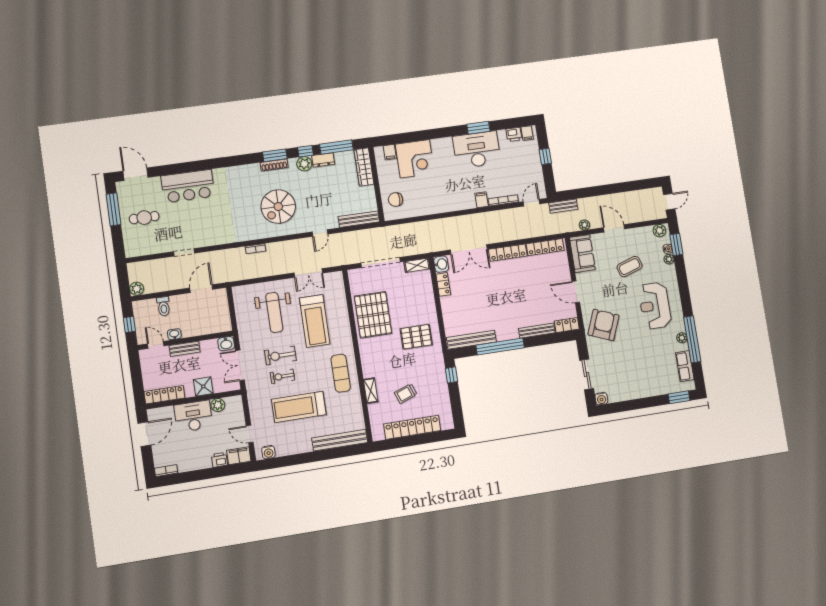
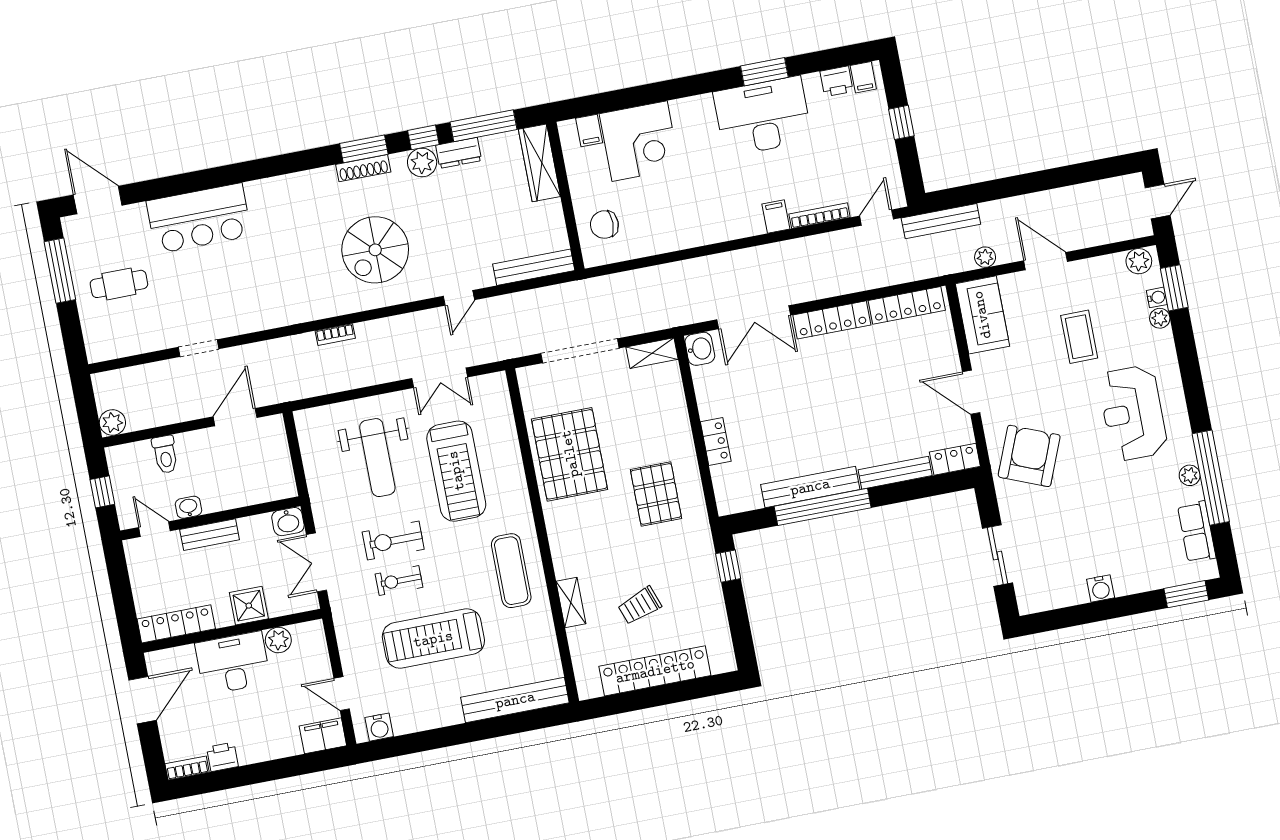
bench: (563, 206) -> (941, 221), width x1.36
coffee table: (630, 267) -> (1079, 337), turned -72
locker: (443, 284) -> (716, 442), moved
pallet: (416, 337) -> (656, 494), turned 90
bench: (471, 340) -> (810, 487), moved
water cooler: (601, 399) -> (1101, 588), moved
printer: (219, 460) -> (222, 757), moved

